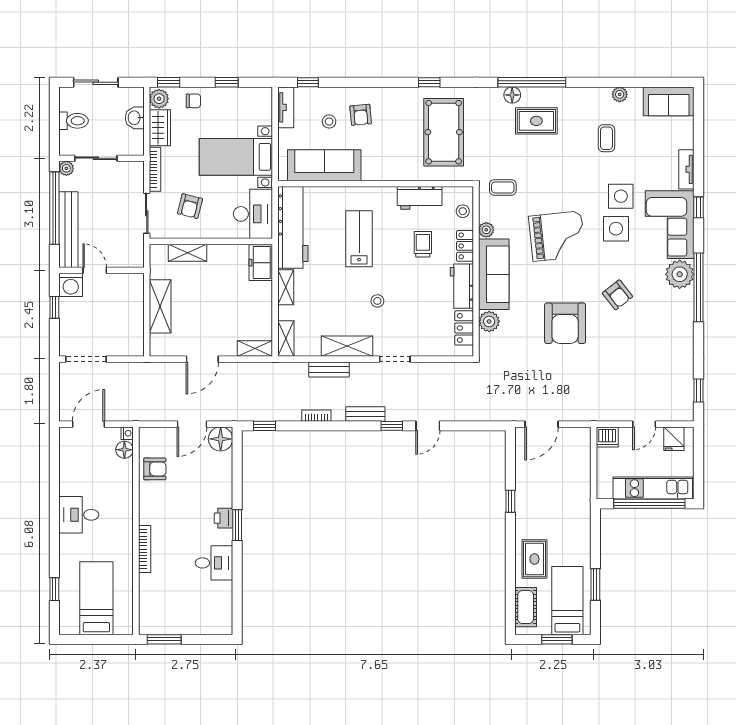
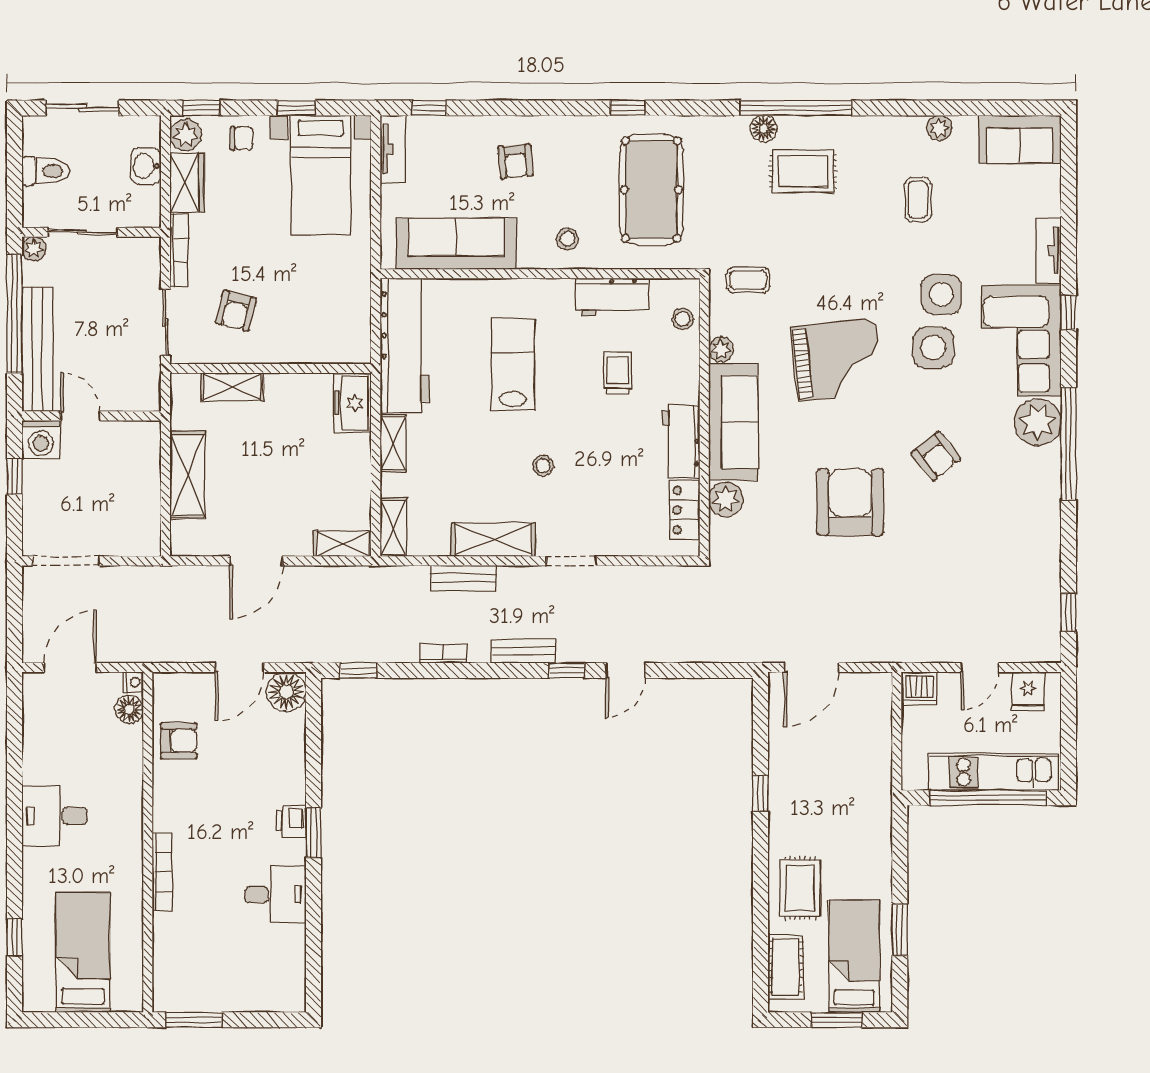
stool: (329, 121) -> (567, 239), moved
bed with nightstands: (236, 157) -> (321, 175), moved, turned -90
desk: (253, 214) -> (339, 323), removed
locker: (465, 246) -> (686, 376), removed
armchair: (565, 323) -> (850, 502), turned 180

